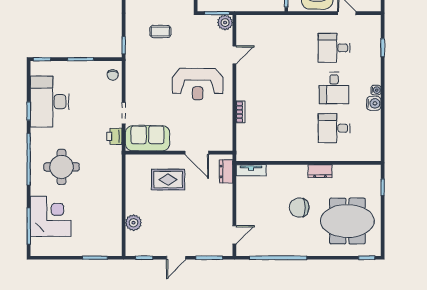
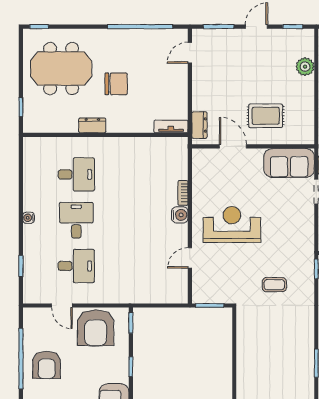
plant: (225, 23) -> (201, 295), removed
water cooler: (374, 103) -> (180, 215), moved, turned 180

